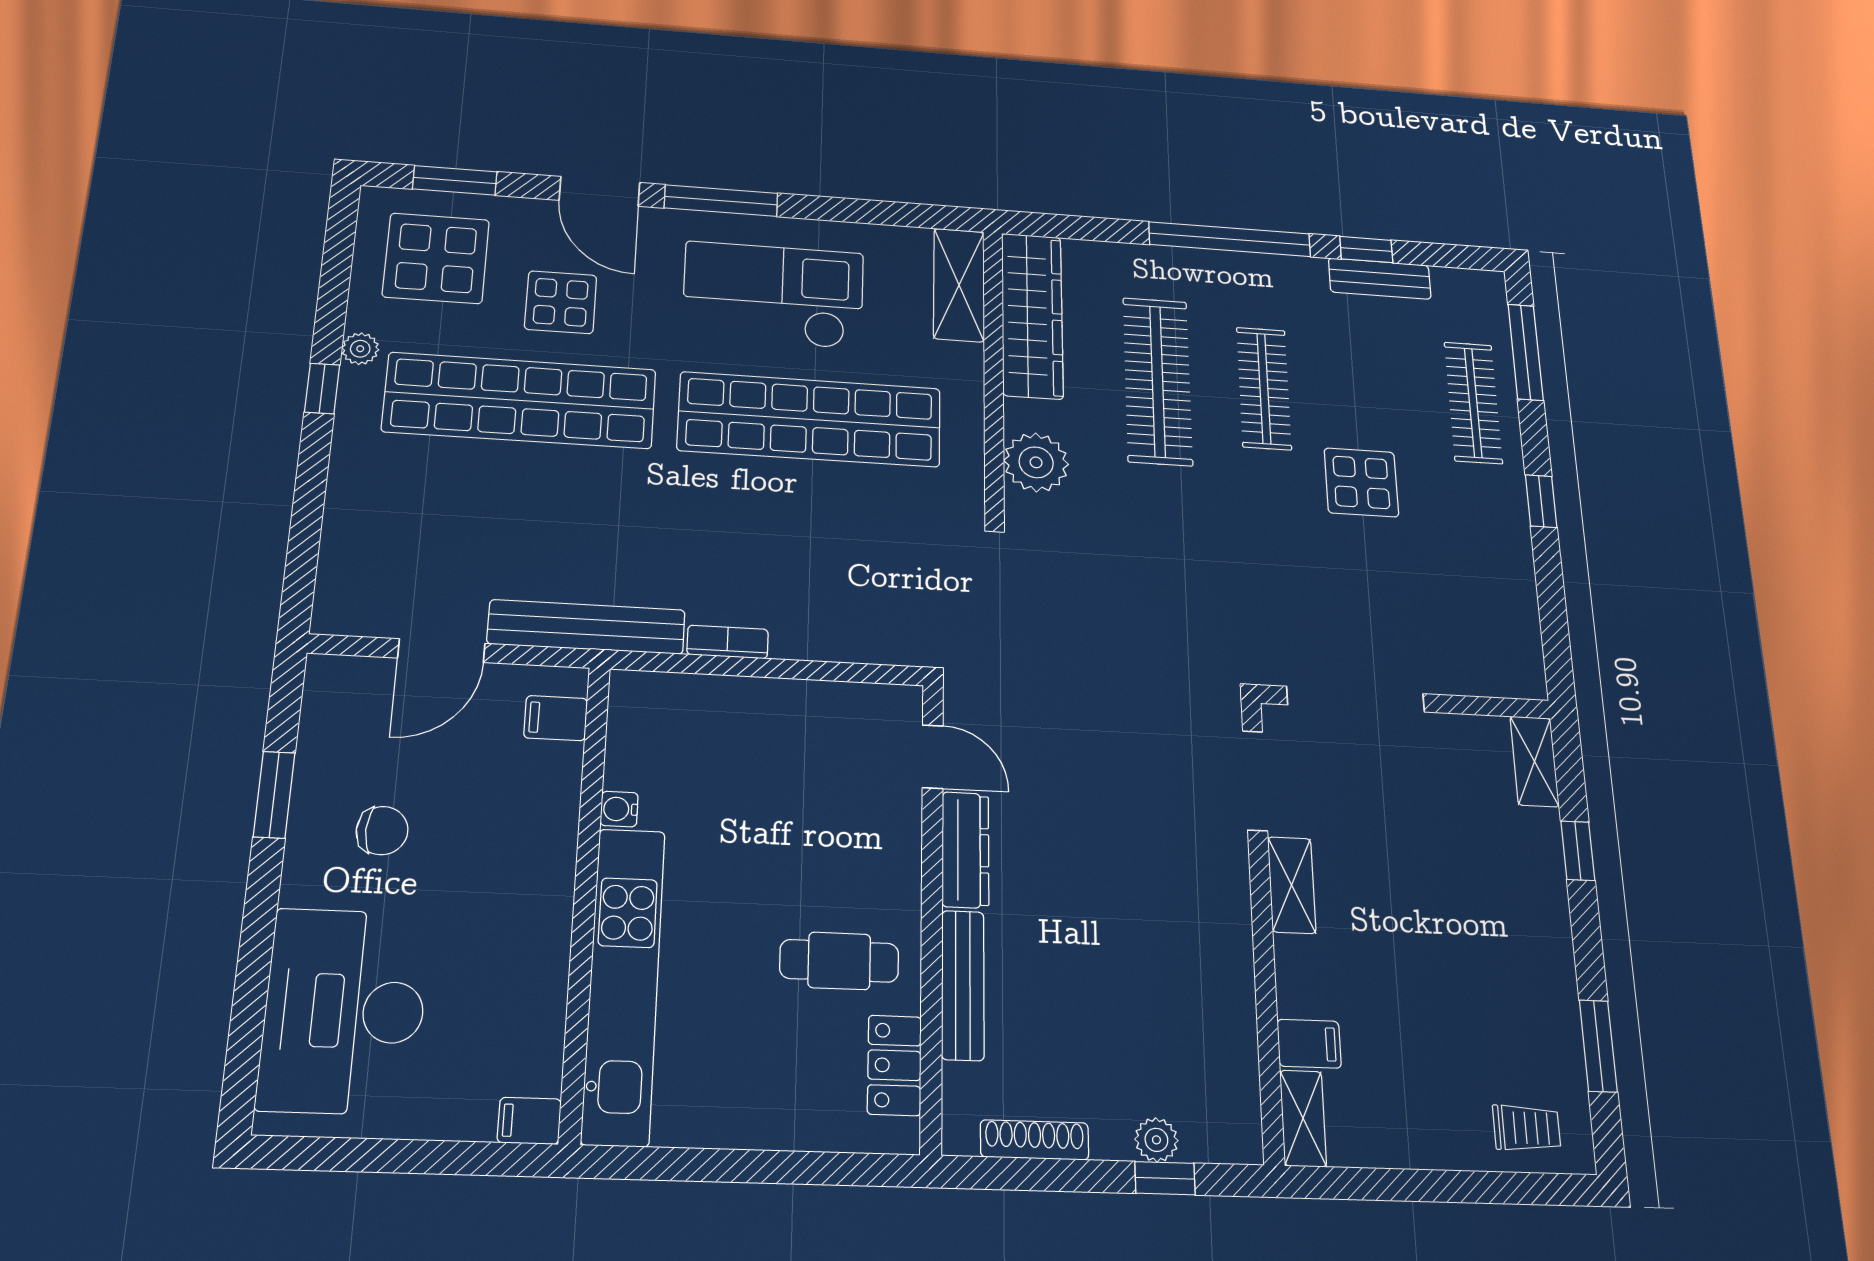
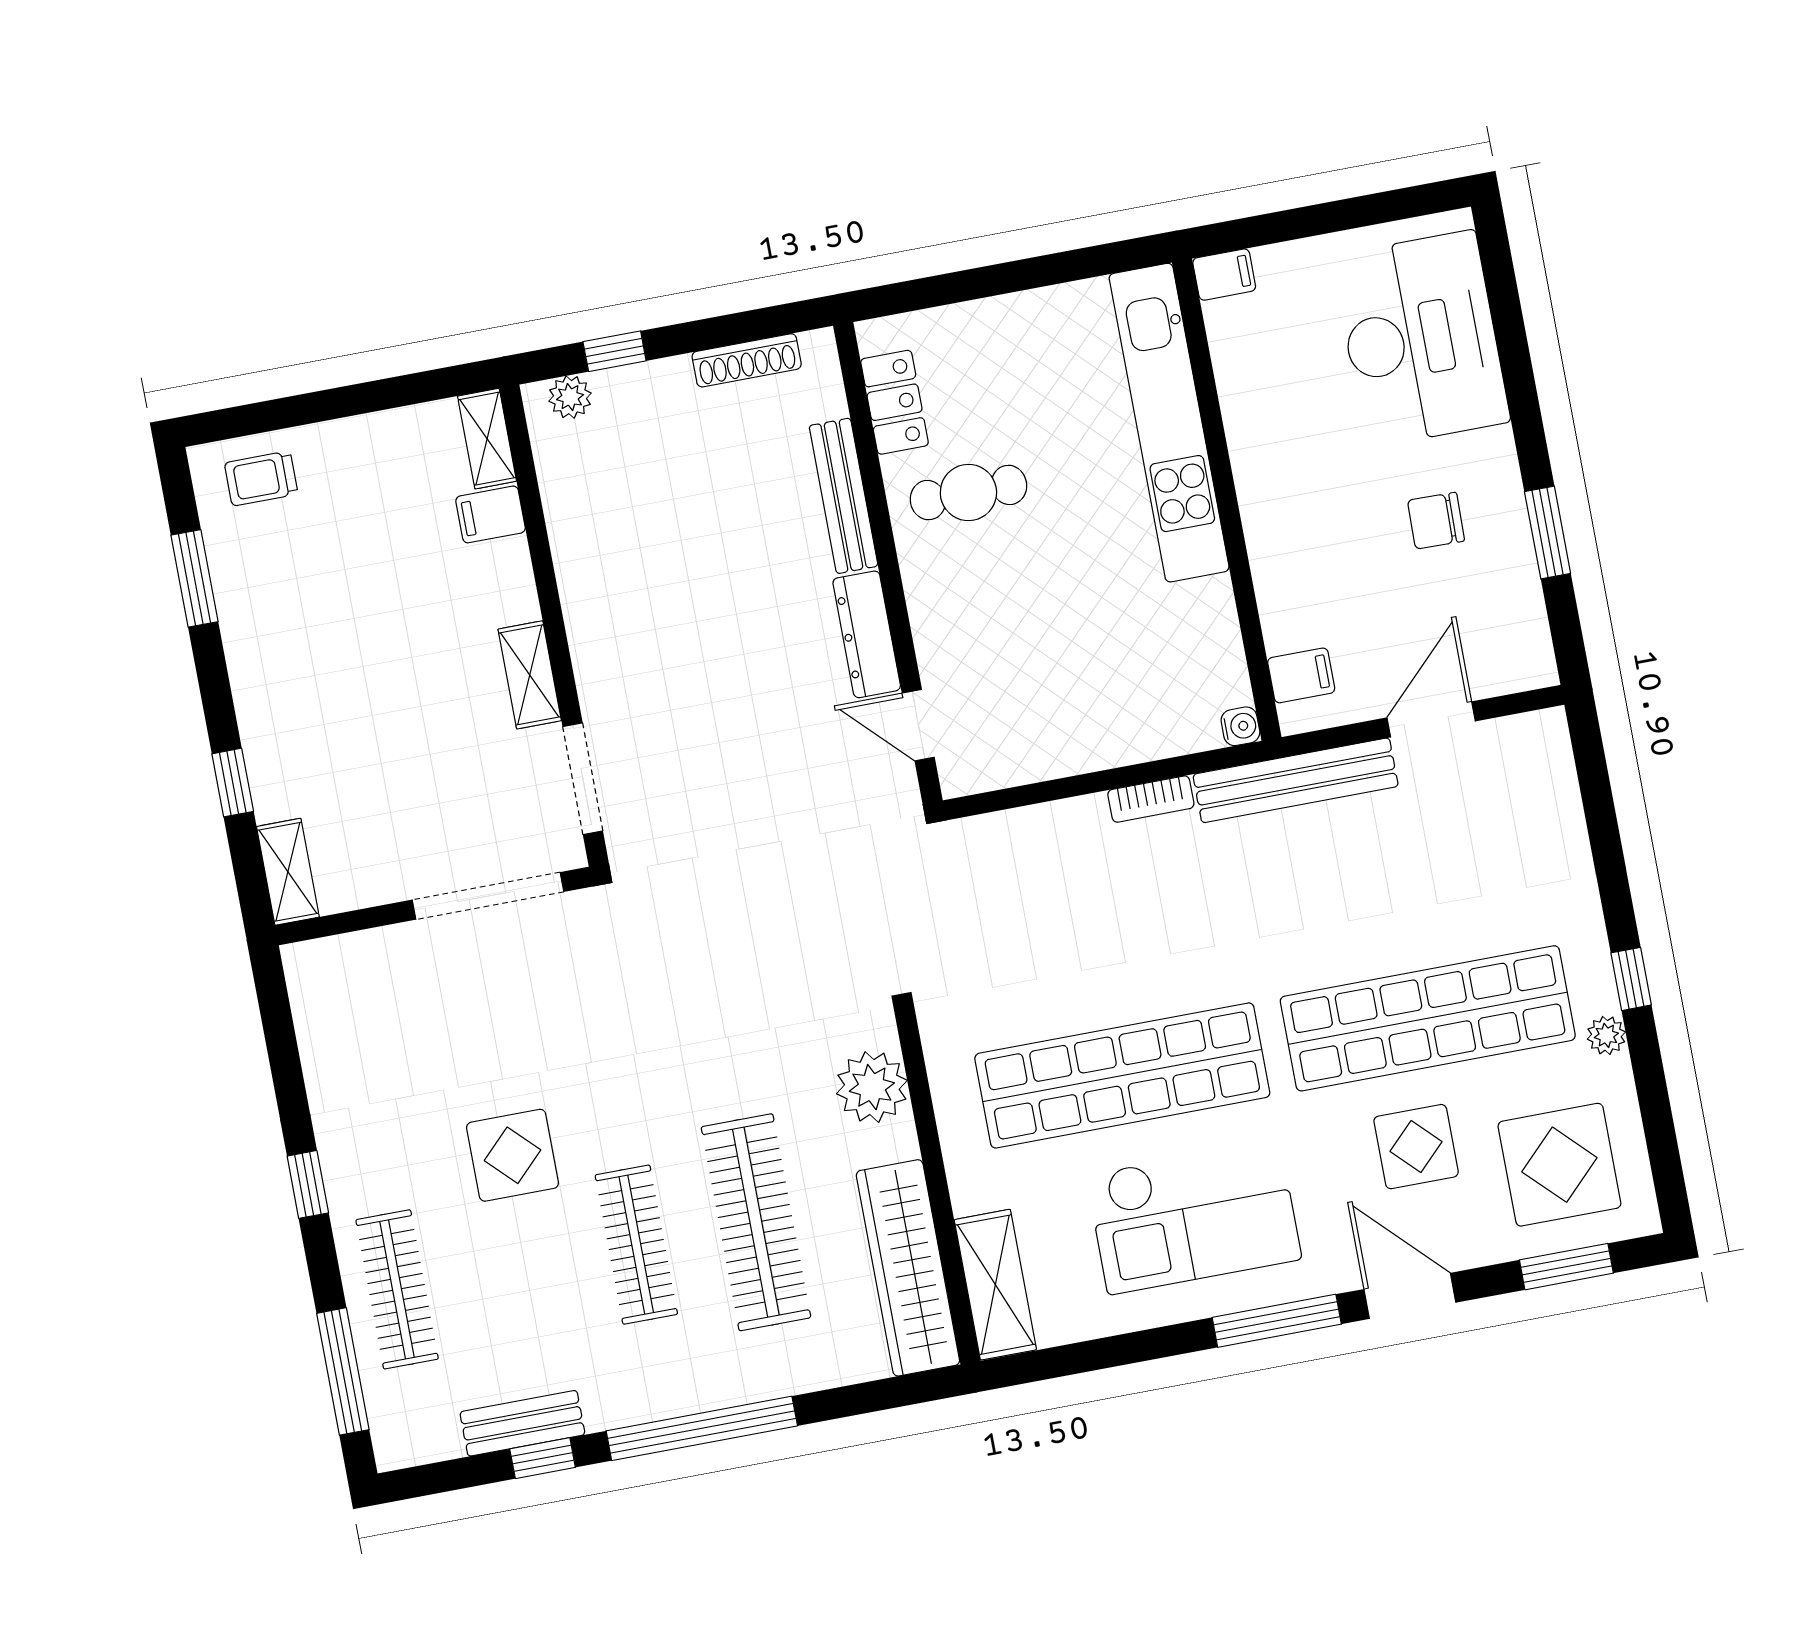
water cooler: (619, 809) -> (1240, 726), moved
plant: (1156, 1140) -> (570, 397), moved

